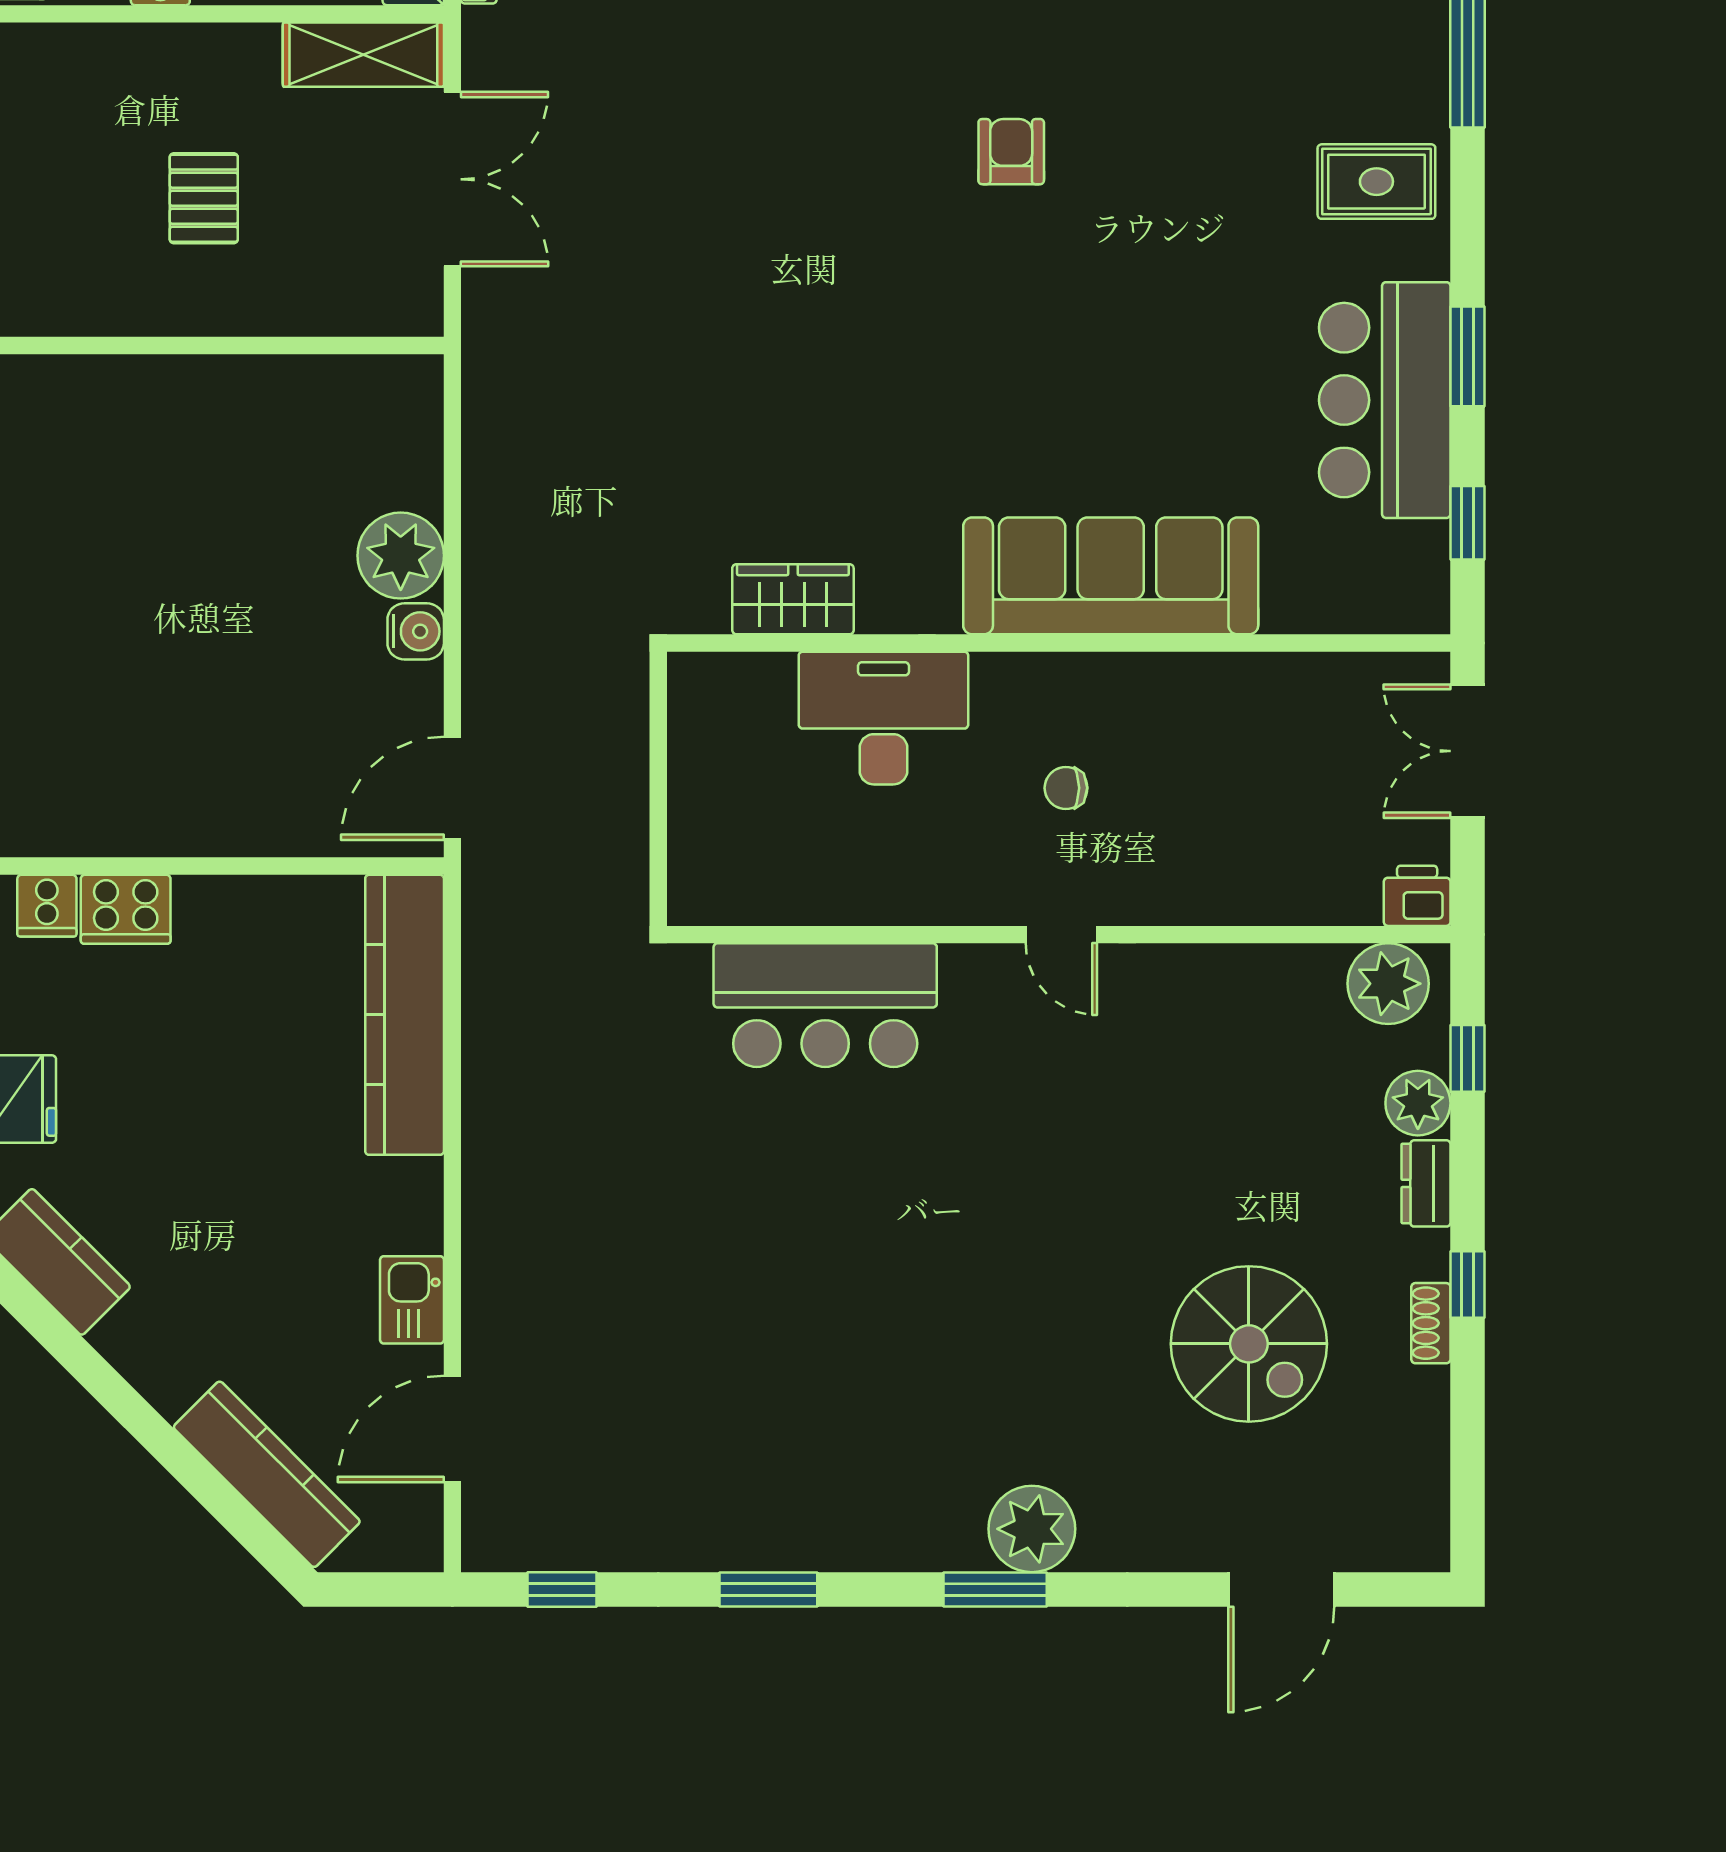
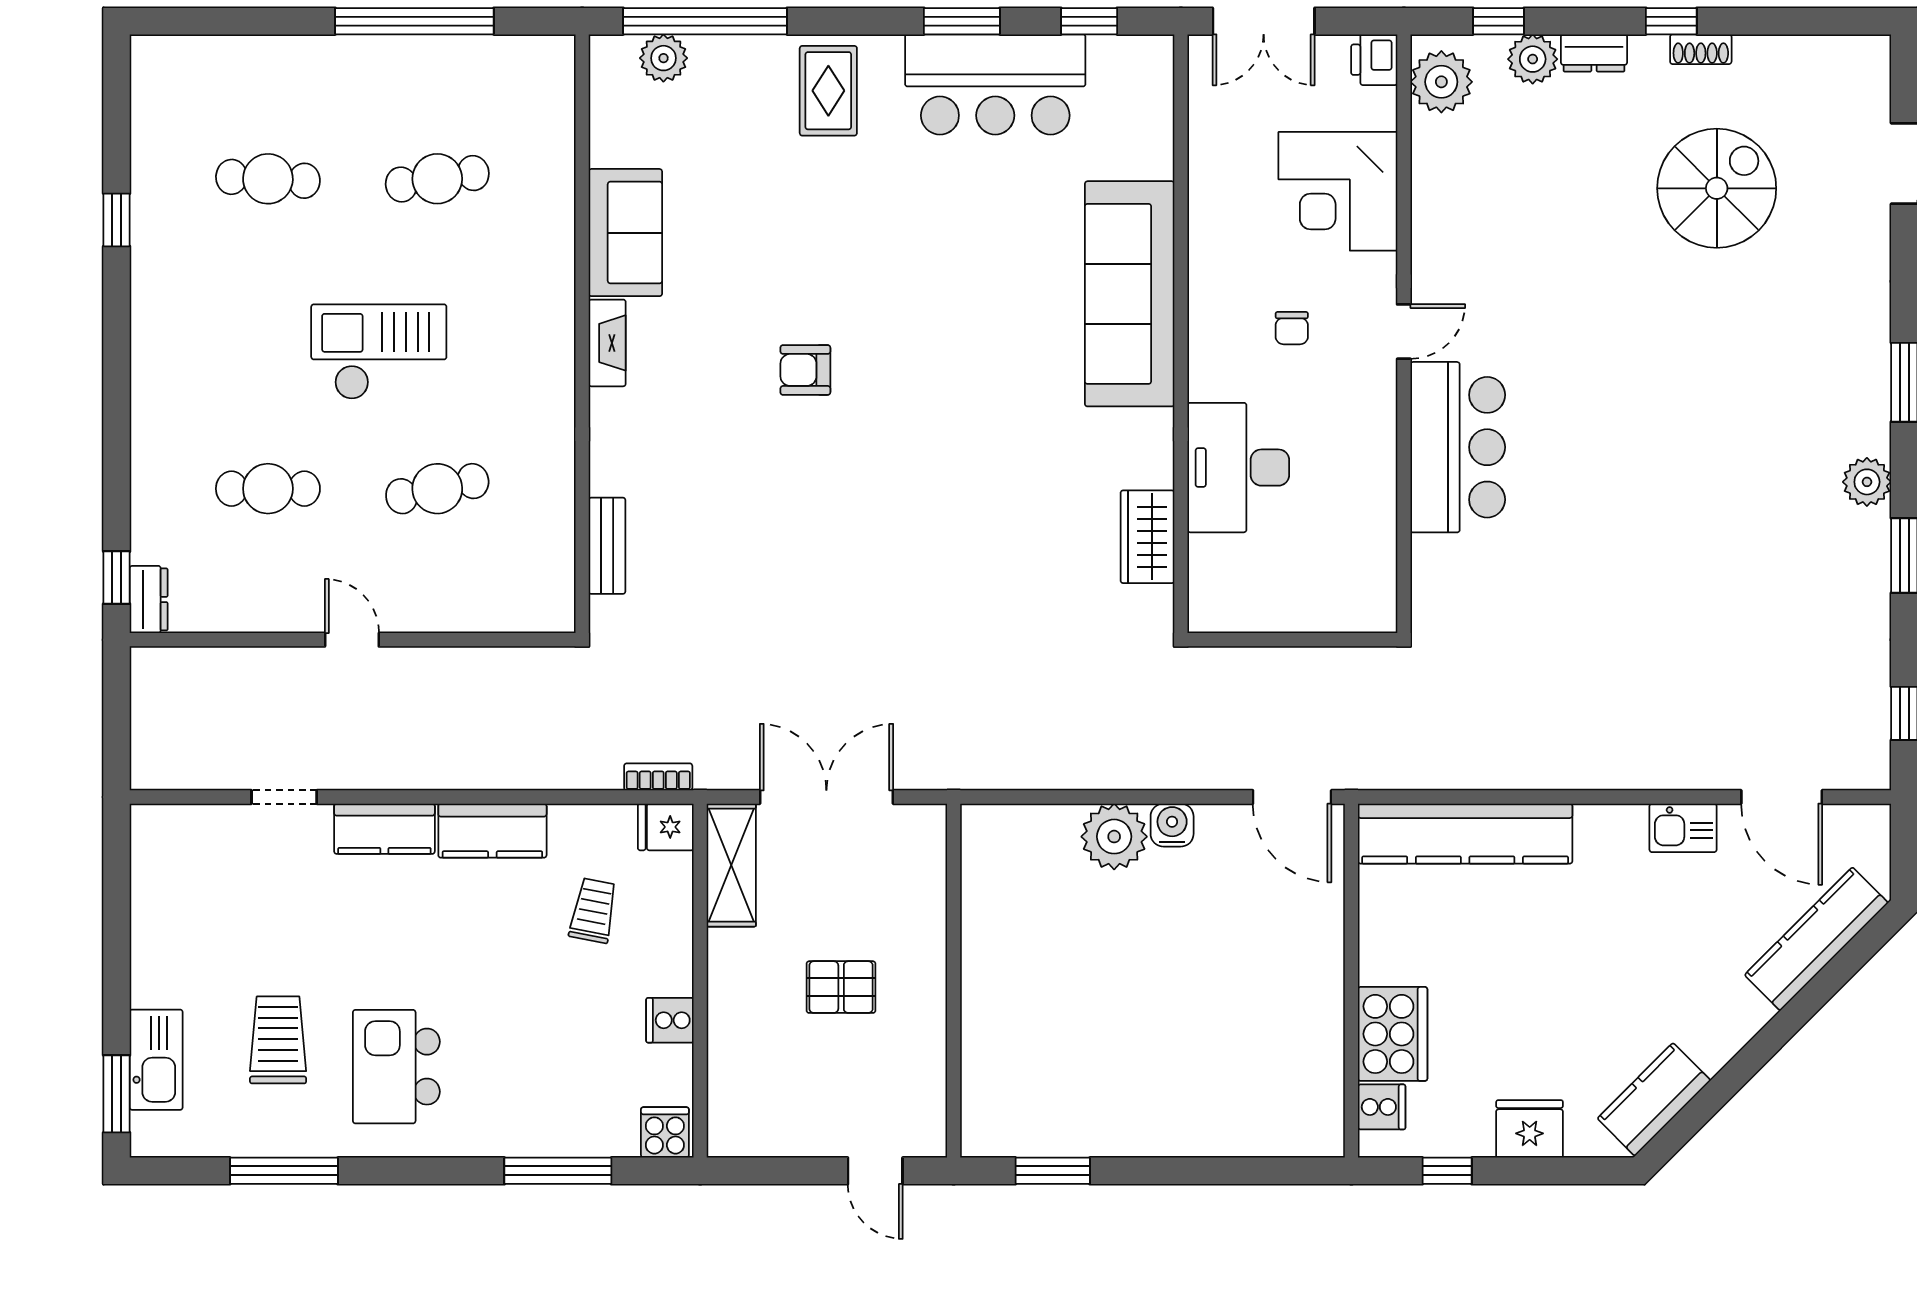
corner desk: (1245, 848) -> (1338, 191), added
cooker: (126, 909) -> (1393, 1034), width x1.37, depth x1.31
bar counter: (825, 1005) -> (1458, 447), moved
plant: (1032, 1529) -> (1867, 482), moved, width x0.73, depth x0.73

